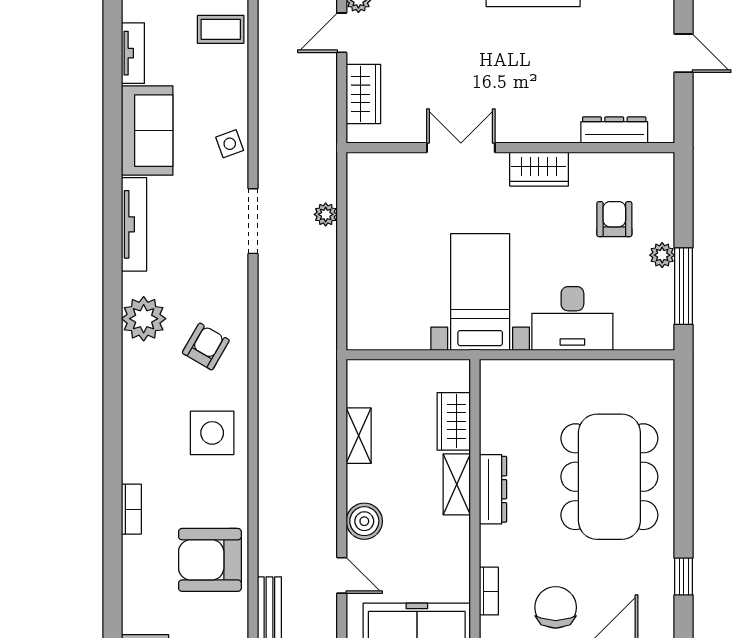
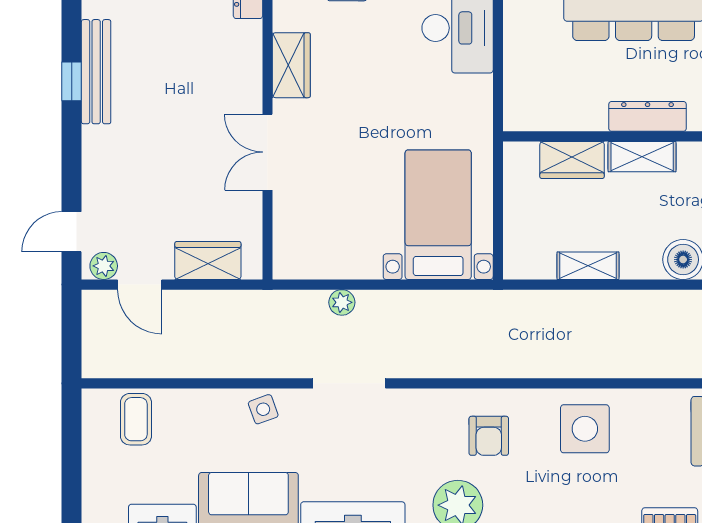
bed with nightstands: (480, 292) -> (438, 215), moved, turned 90
armchair: (206, 347) -> (489, 436), turned -120

